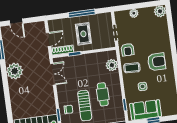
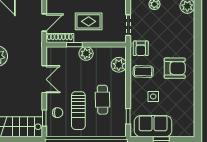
rug: (83, 34) -> (89, 21), turned 90
plant: (85, 60) -> (86, 53), added
double door: (53, 74) -> (44, 79), moved

